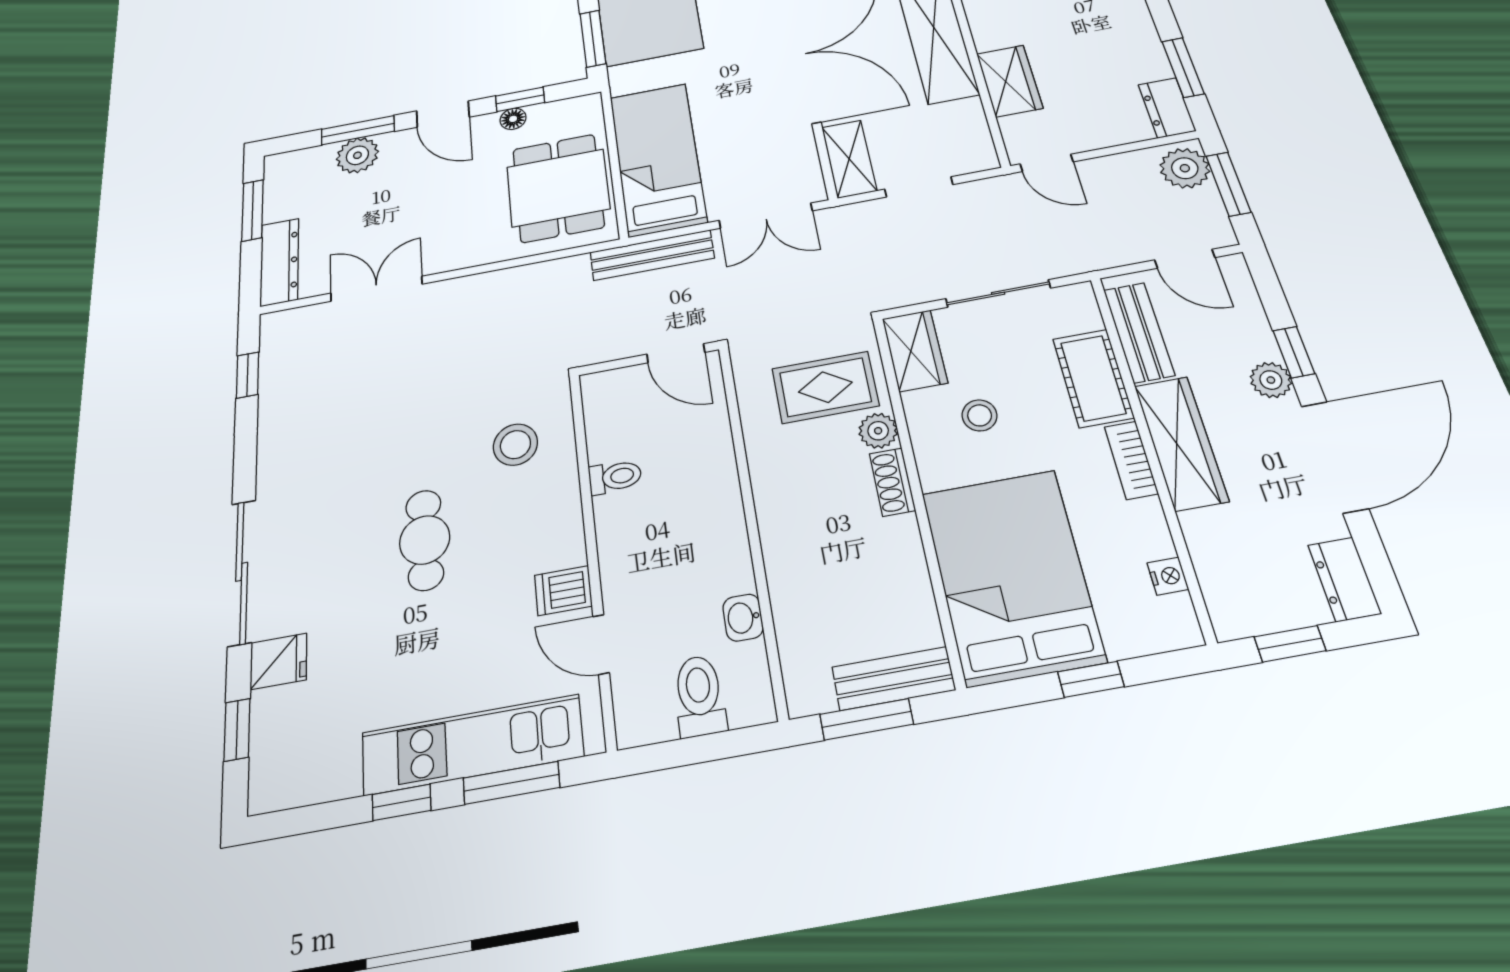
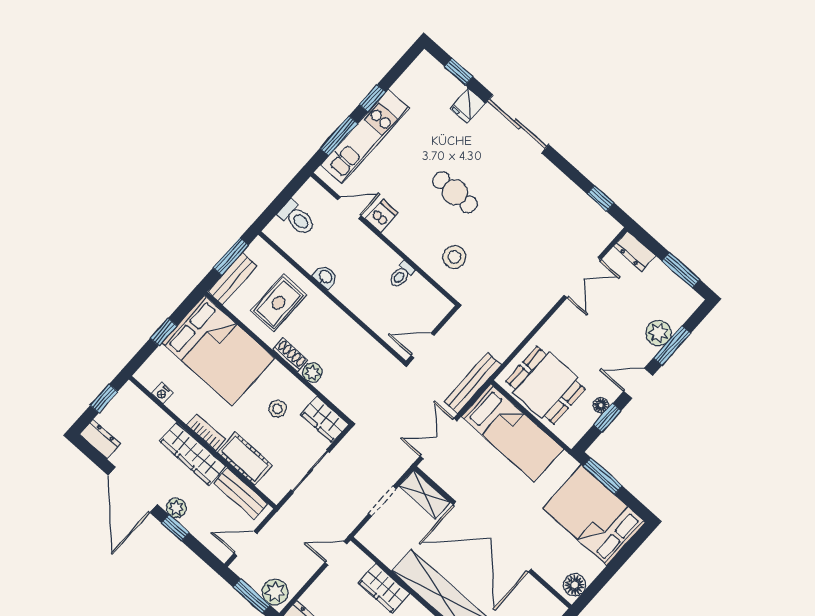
dresser: (279, 262) -> (635, 251), width x0.70
rug: (825, 387) -> (279, 303), moved
washbasin: (743, 618) -> (325, 277), moved

